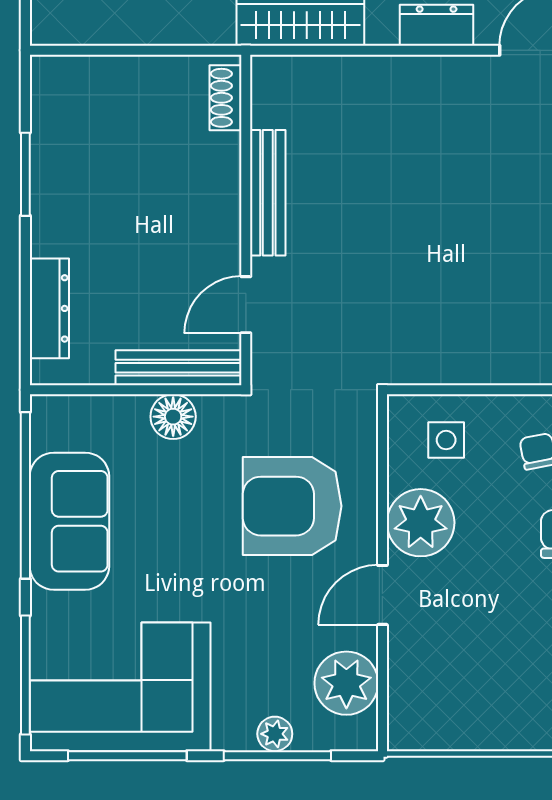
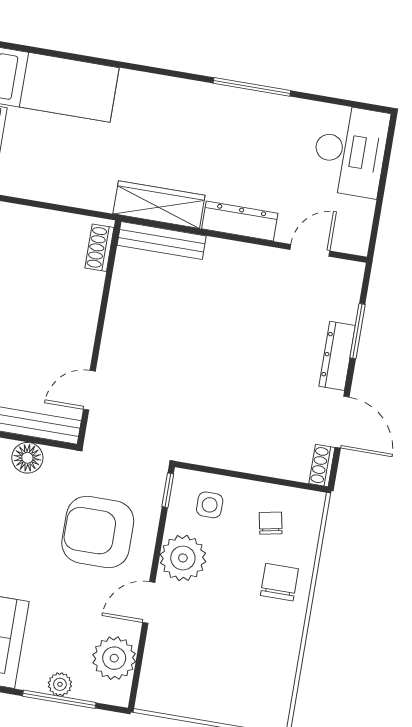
dresser: (437, 25) -> (240, 221), width x1.44
bench: (268, 193) -> (162, 241), moved, turned 90
window: (382, 429) -> (168, 490), added

